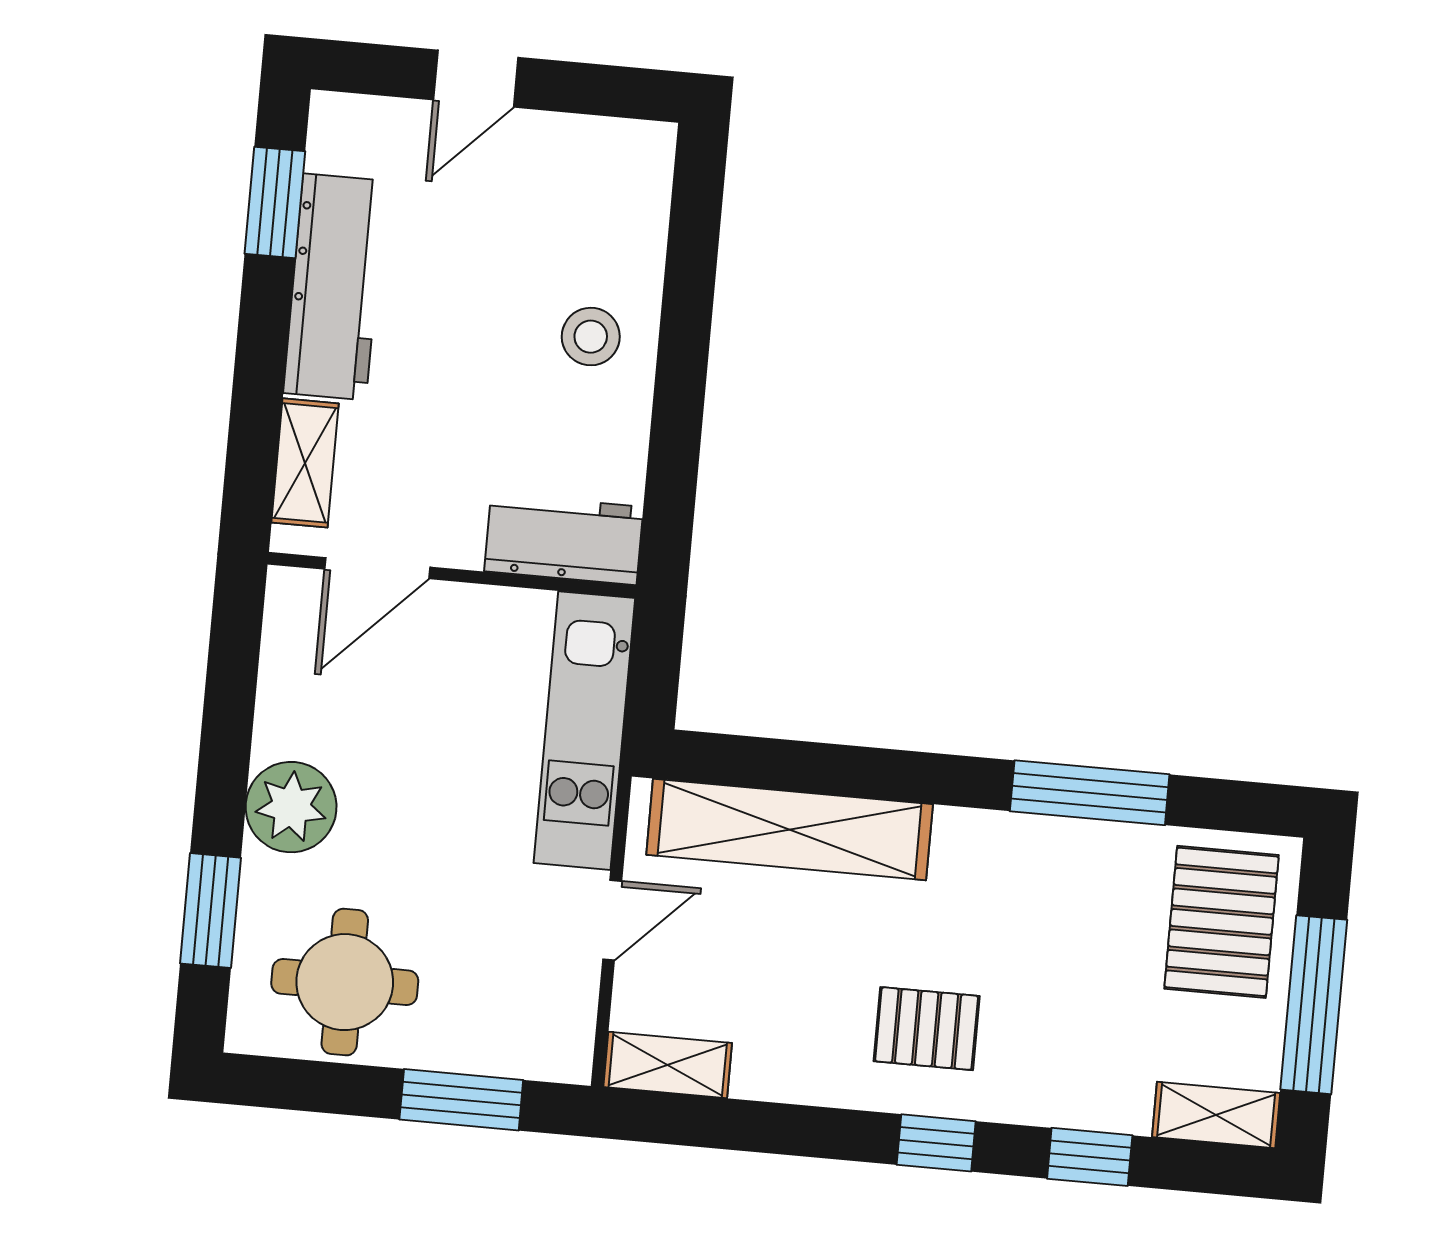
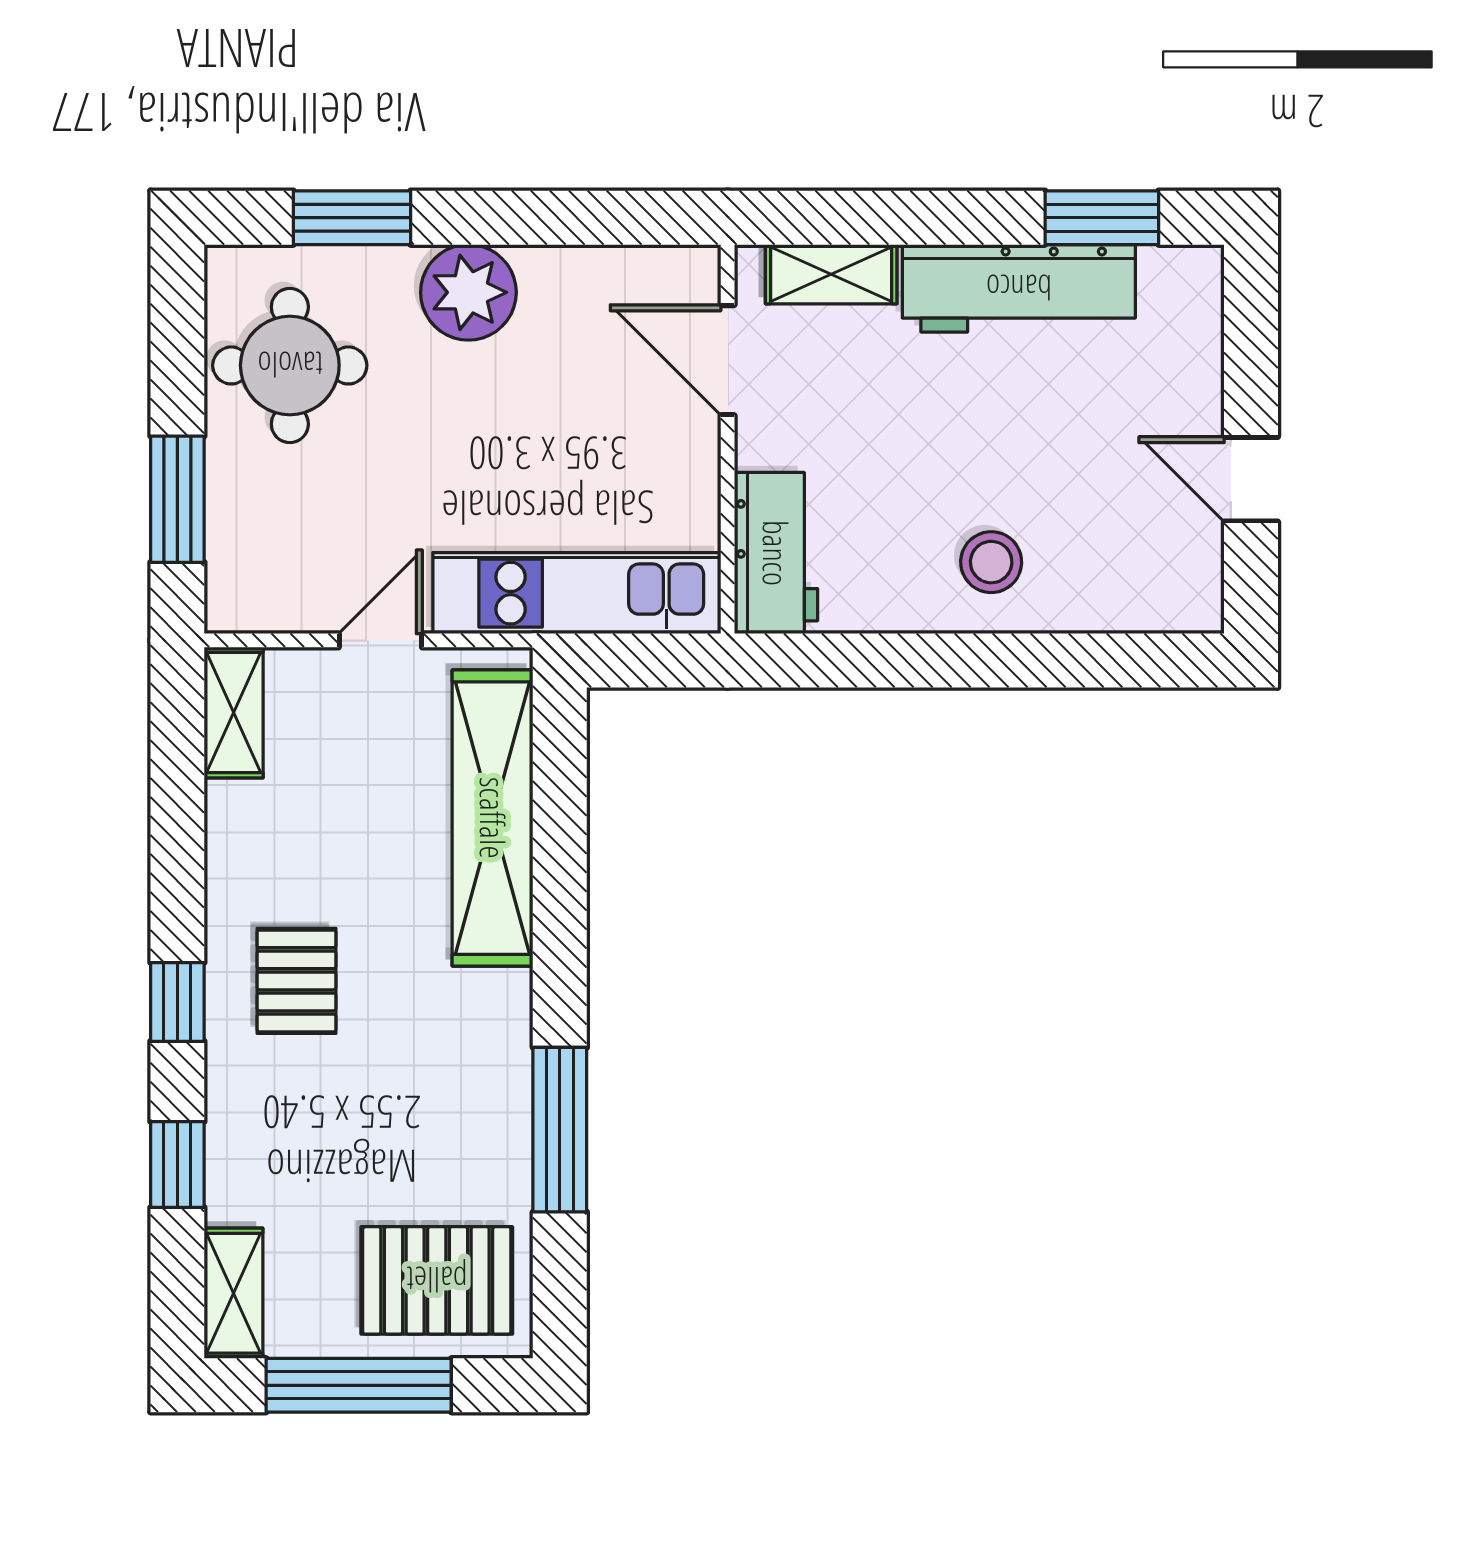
door: (476, 79) -> (1251, 479), moved
door: (612, 920) -> (380, 640), swing flipped

